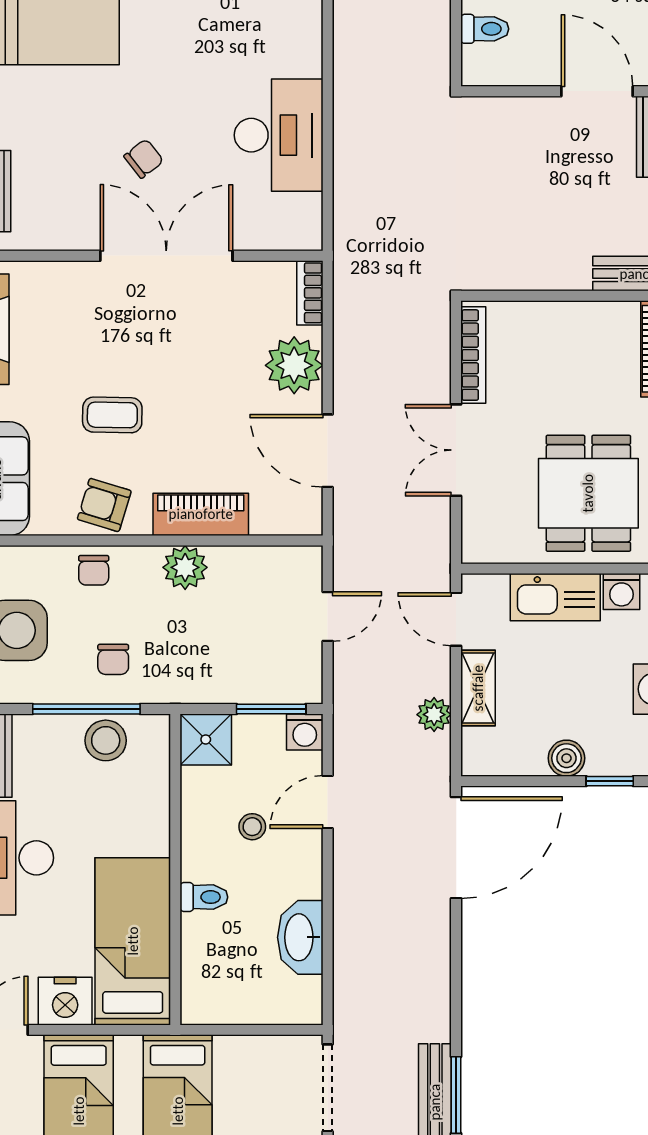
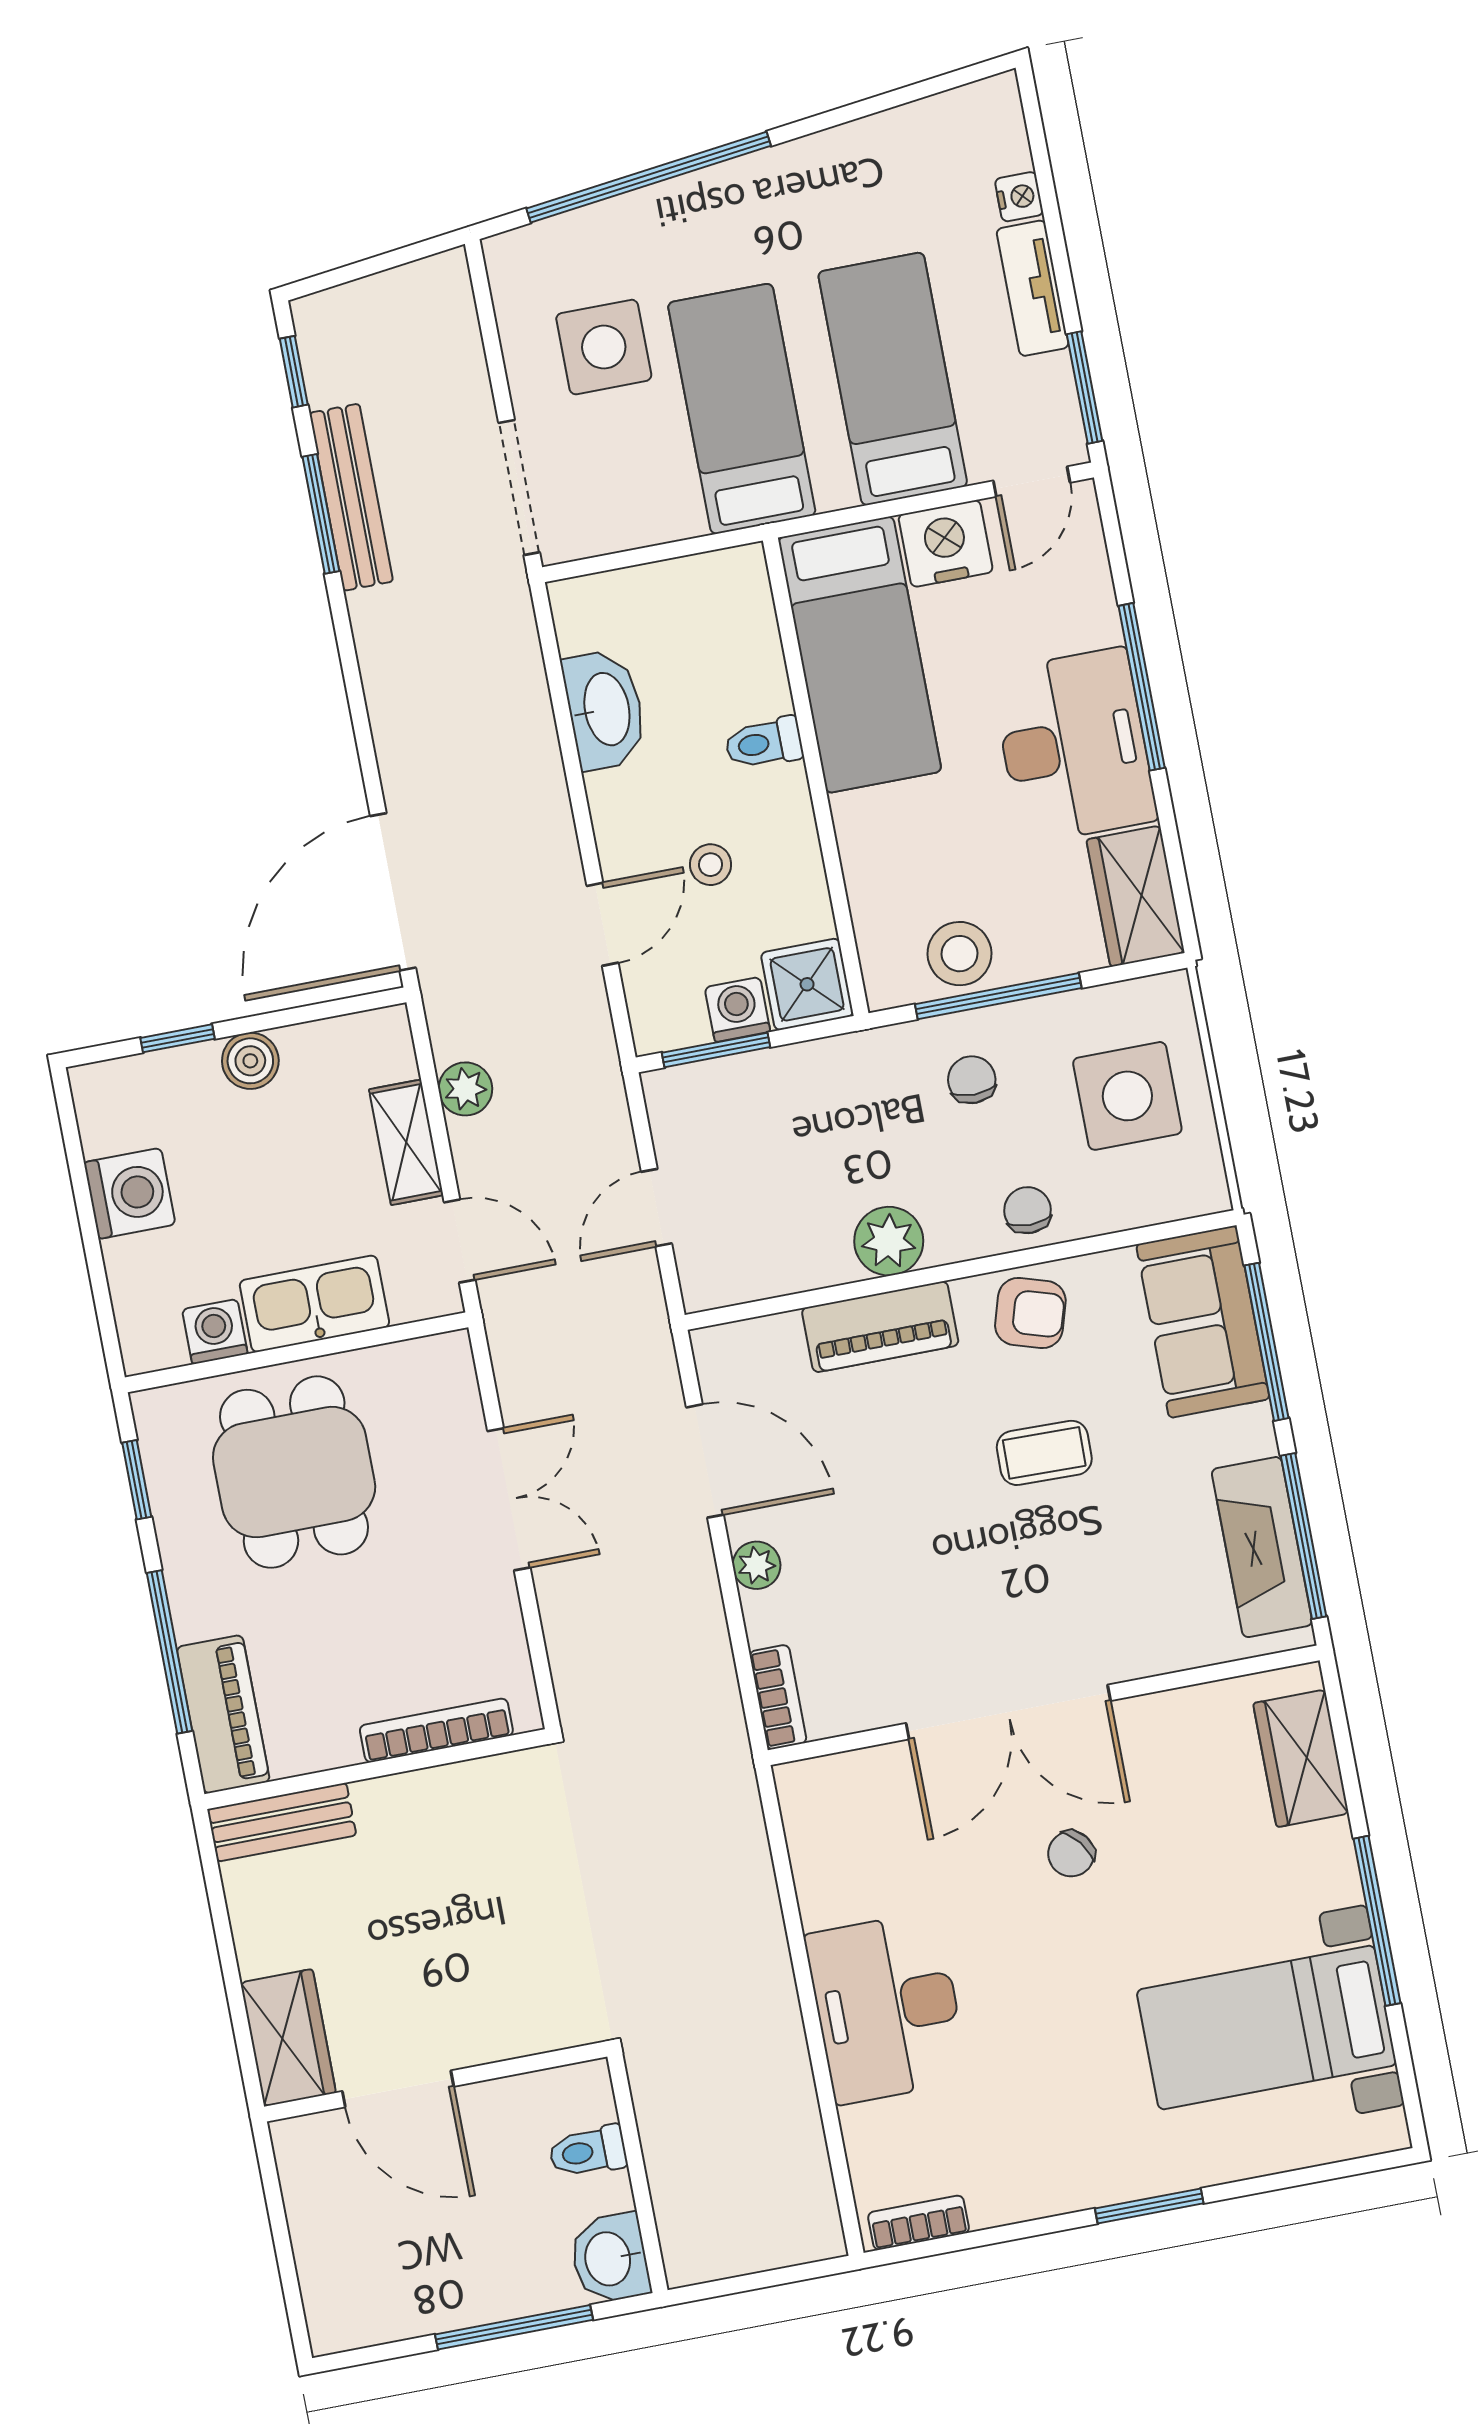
desk: (279, 135) -> (887, 2008), moved
bookcase: (473, 355) -> (436, 1730), moved, turned 90
plant: (294, 365) -> (757, 1565), width x0.53, depth x0.53
washing machine: (305, 732) -> (737, 1010), moved

